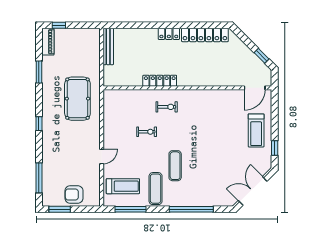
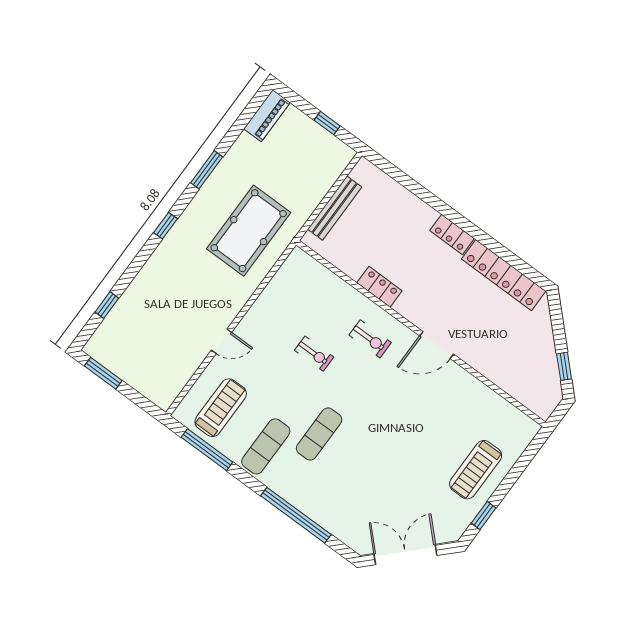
window: (59, 25) -> (327, 123), moved
bench: (108, 47) -> (335, 208), moved
window: (39, 72) -> (207, 170), moved
locker: (160, 81) -> (379, 287), width x0.66
door: (255, 88) -> (437, 345), moved
window: (39, 178) -> (107, 305), width x0.46
treadmill: (123, 186) -> (221, 408), turned -90
armchair: (74, 194) -> (140, 367), removed

